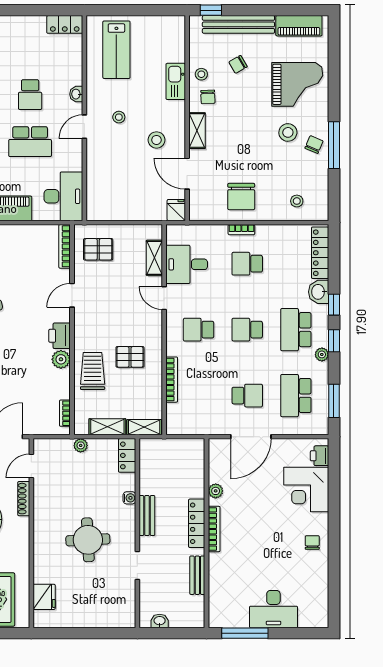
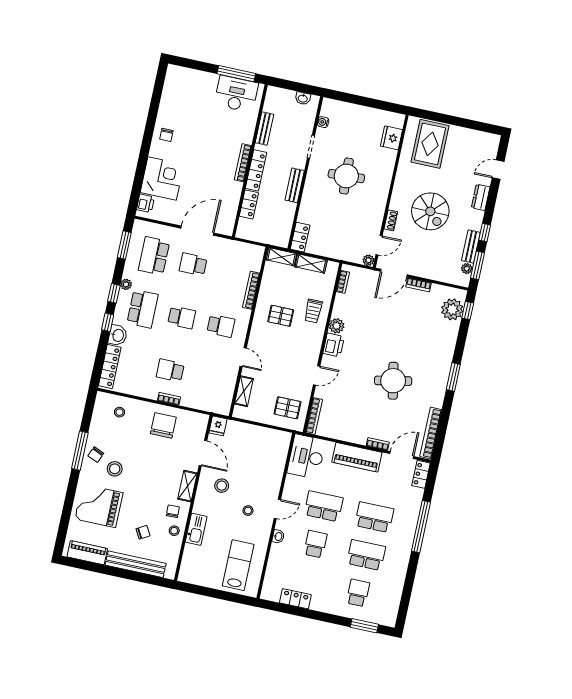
window: (211, 10) -> (155, 581), removed
locker: (65, 24) -> (295, 599), moved
desk: (187, 264) -> (219, 380), removed
school desk: (247, 264) -> (170, 370), turned 180
trolley: (93, 371) -> (313, 311), width x0.73, depth x0.72
school desk: (296, 396) -> (154, 256), turned 180
plant: (81, 445) -> (368, 260), moved
locker: (196, 481) -> (249, 204), added
plant: (216, 491) -> (235, 193), removed
water cooler: (129, 498) -> (323, 122), moved
shoe rack: (24, 499) -> (391, 220), width x0.70
desk: (273, 609) -> (236, 94), moved

